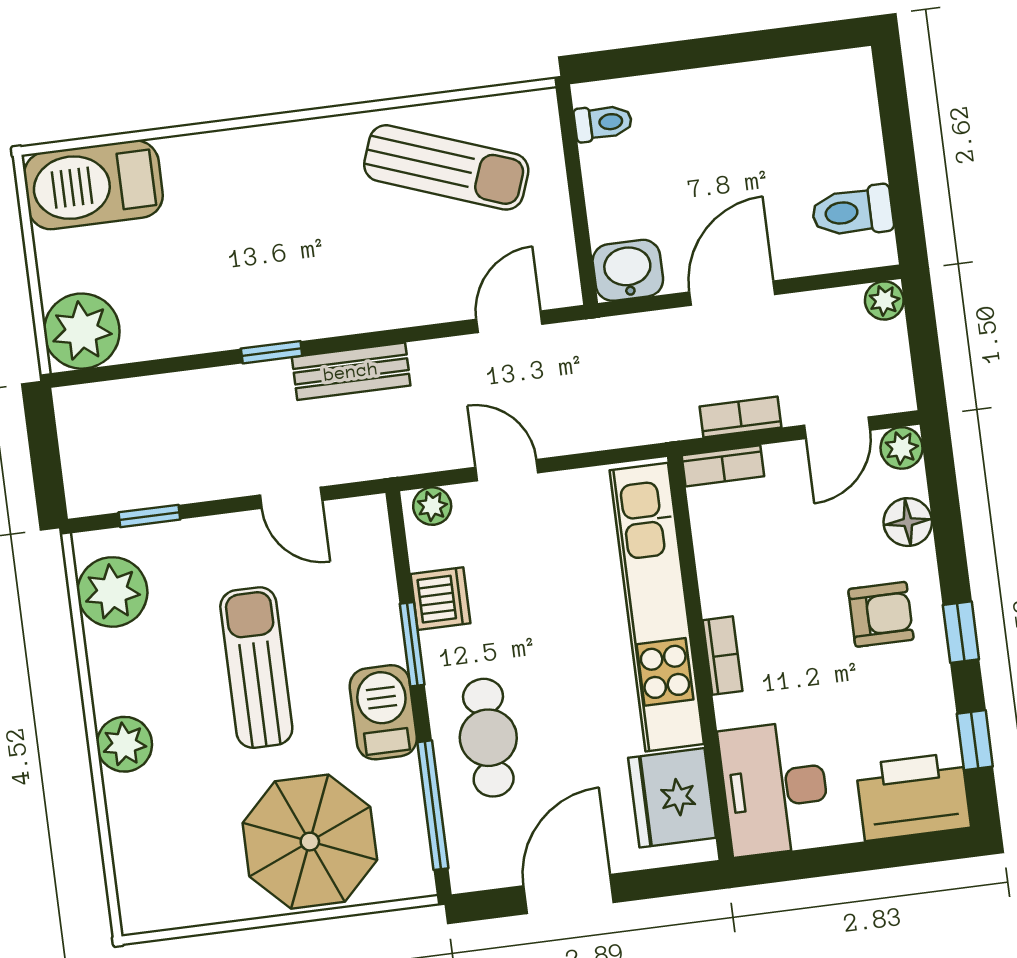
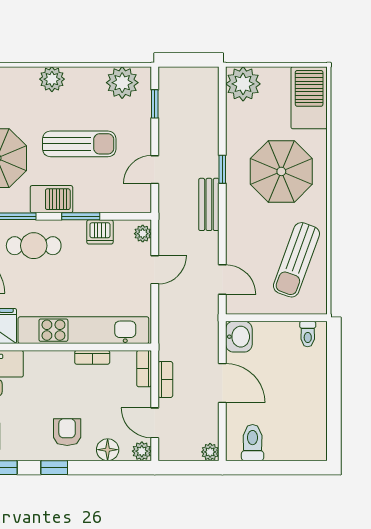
parasol: (260, 224) -> (281, 171), added
armchair: (881, 614) -> (67, 432), turned 180
bookcase: (723, 656) -> (92, 357), moved

